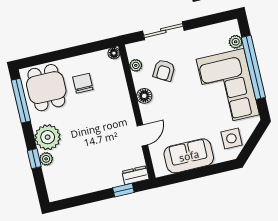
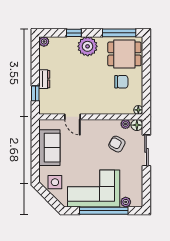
floor lamp: (144, 96) -> (137, 125), moved
plant: (46, 159) -> (44, 42), moved
dresser: (135, 175) -> (44, 79), moved

